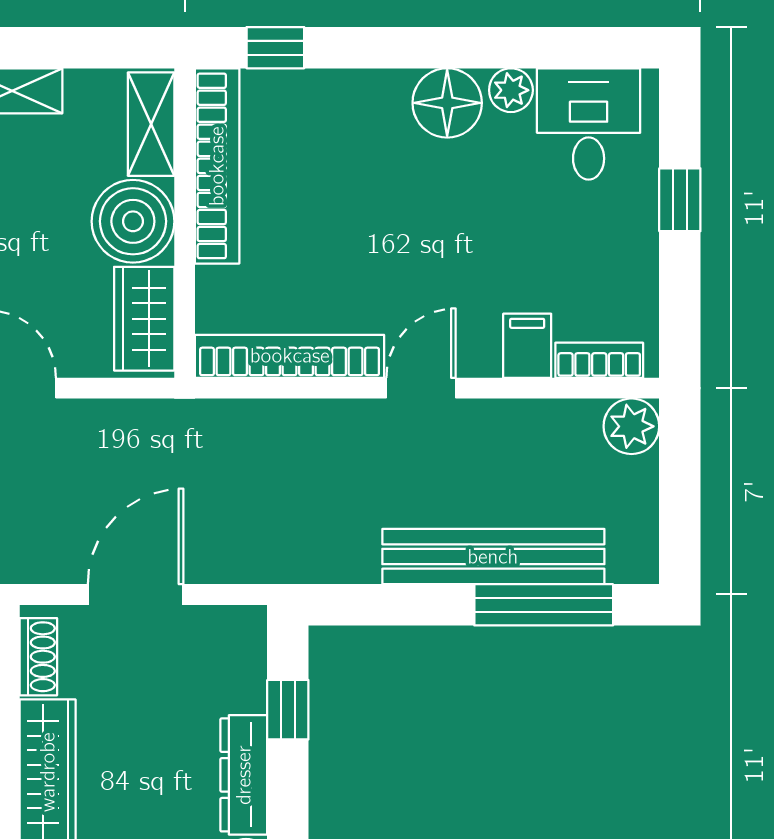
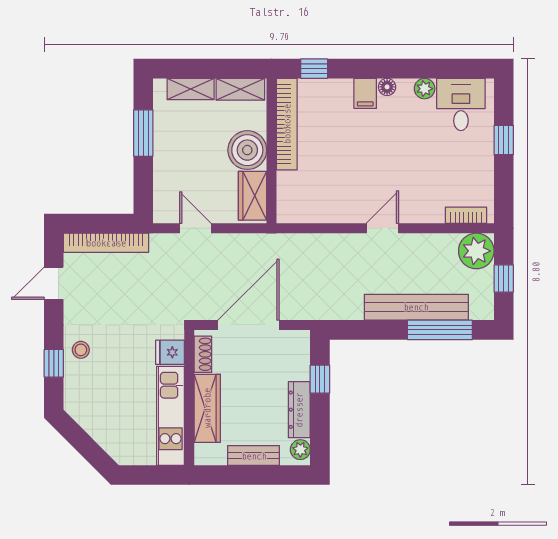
floor lamp: (447, 103) -> (387, 87), width x0.53, depth x0.53
shelving: (151, 124) -> (240, 89), moved, turned 90
filing cabinet: (527, 346) -> (365, 93), moved, turned 180
bookcase: (290, 356) -> (321, 213), removed
plant: (631, 426) -> (476, 251), width x1.36, depth x1.36
window: (680, 495) -> (504, 279), added
door: (136, 594) -> (249, 325), width x1.36

